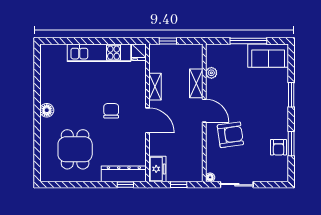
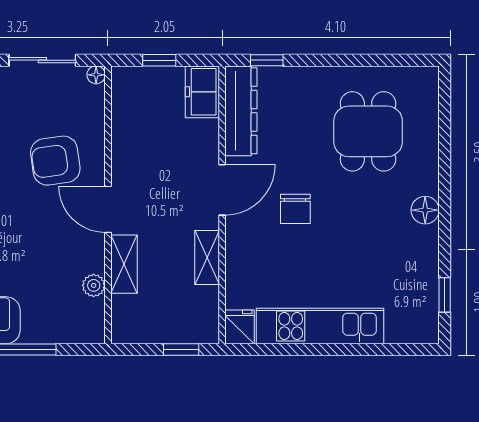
window: (37, 68) -> (445, 295), added
door: (148, 120) -> (222, 190), swing flipped
dresser: (124, 174) -> (241, 111), moved, turned -90

